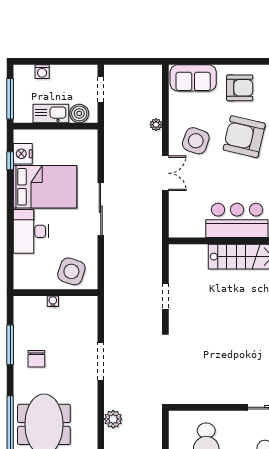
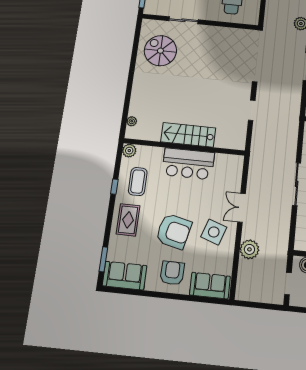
armchair: (240, 88) -> (172, 273), turned 91
plant: (156, 125) -> (249, 249), width x1.88, depth x1.88

